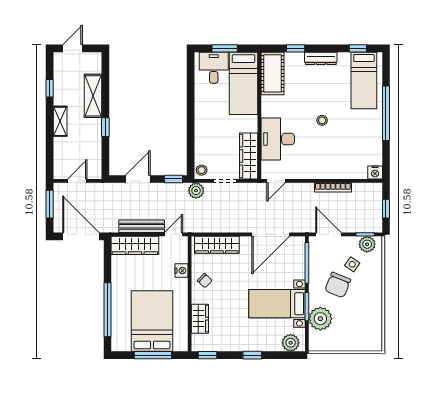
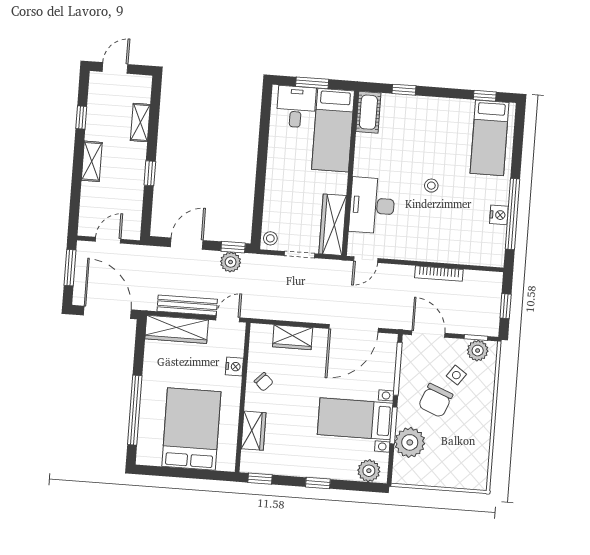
dresser: (321, 58) -> (436, 105), removed
cot: (272, 73) -> (368, 112), width x0.73, depth x0.75
shelving: (93, 96) -> (140, 122), width x0.67, depth x0.75
window: (386, 113) -> (512, 214), moved
nightstand: (375, 172) -> (499, 215), moved, turned -90
plant: (196, 191) -> (231, 262), moved
wardrobe: (217, 245) -> (293, 337), width x0.67
window: (153, 355) -> (189, 473), removed

